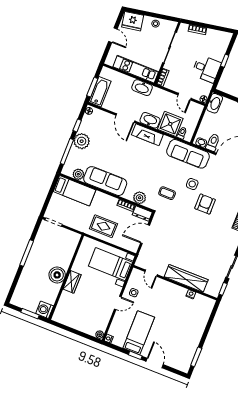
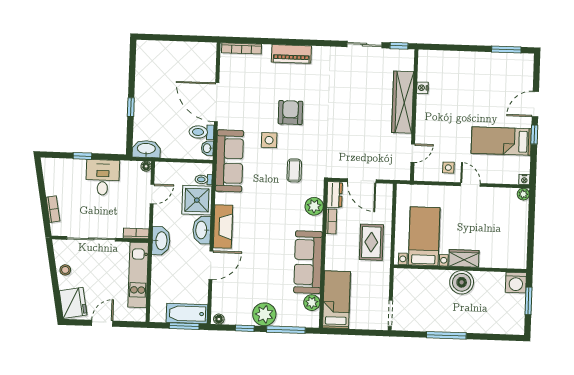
washbasin: (142, 88) -> (161, 241), moved
armchair: (205, 204) -> (290, 113), turned 90
bed with nightstands: (110, 264) -> (424, 236), moved, turned 180

